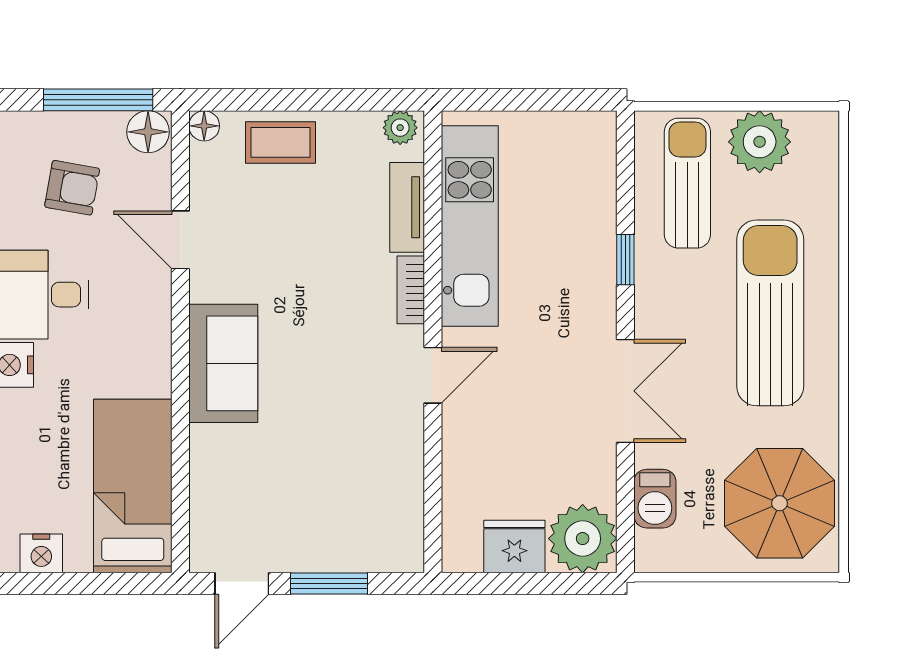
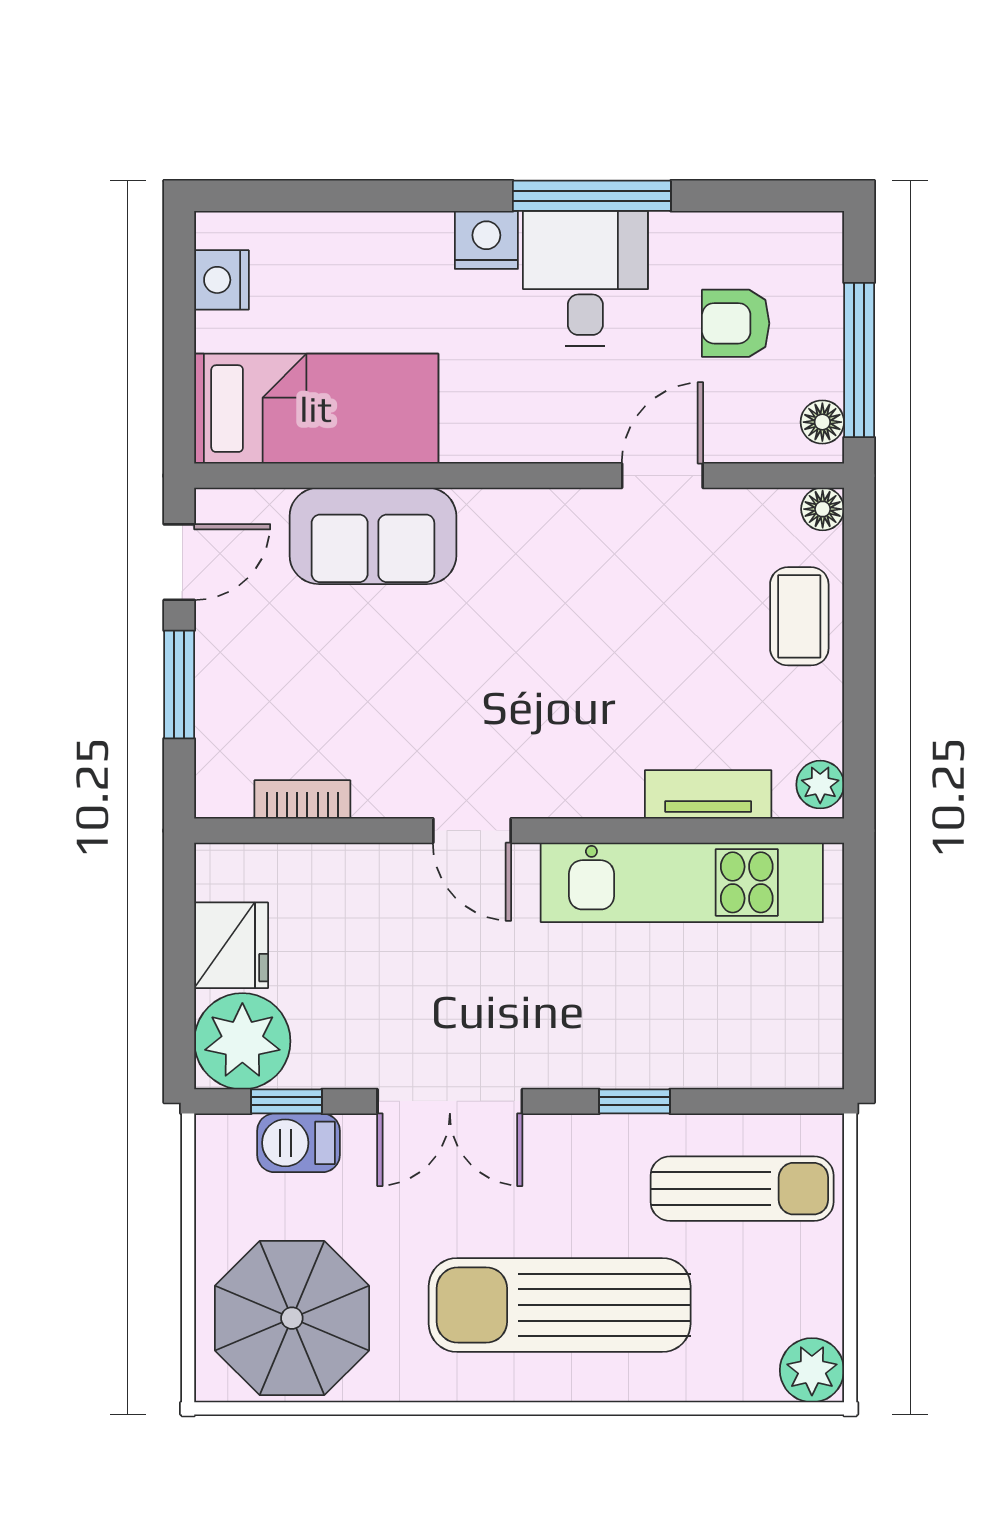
floor lamp: (148, 132) -> (822, 422), width x0.73, depth x0.73
plant: (760, 142) -> (812, 1370), moved, width x0.73, depth x0.73
armchair: (72, 188) -> (736, 323), turned 80
bookcase: (411, 290) -> (302, 799), moved
sun lounger: (770, 313) -> (560, 1305), turned 180
sofa: (223, 363) -> (373, 536), moved
window: (625, 507) -> (287, 1101), added
door: (242, 583) -> (179, 562), swing flipped

